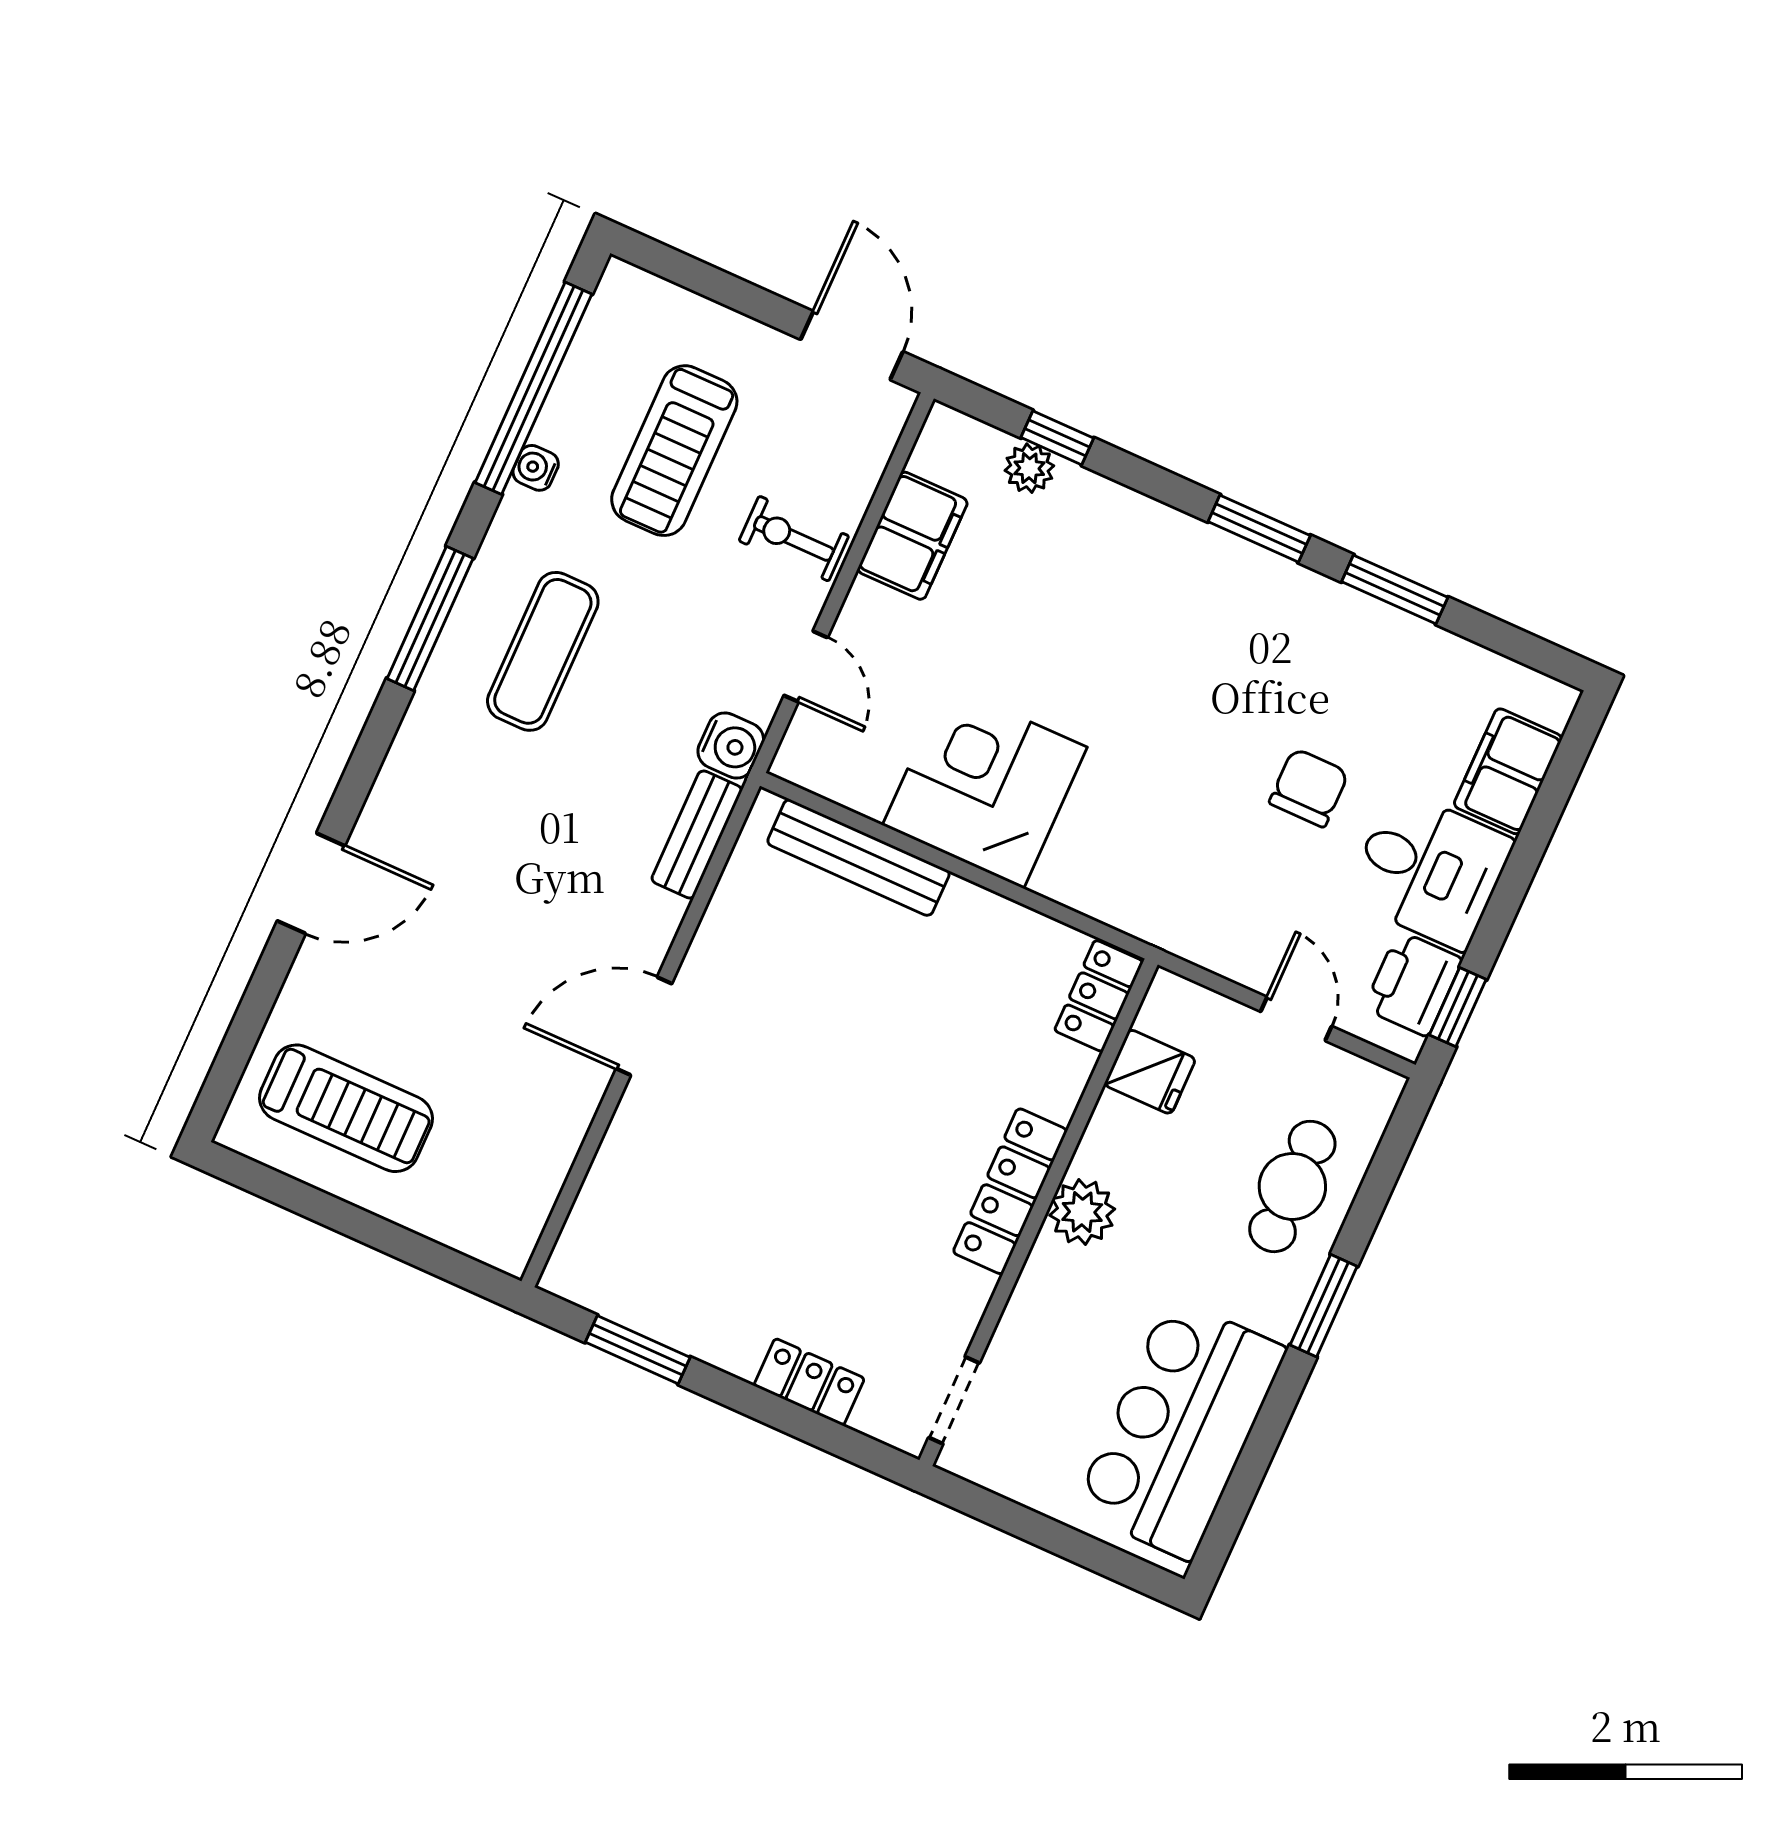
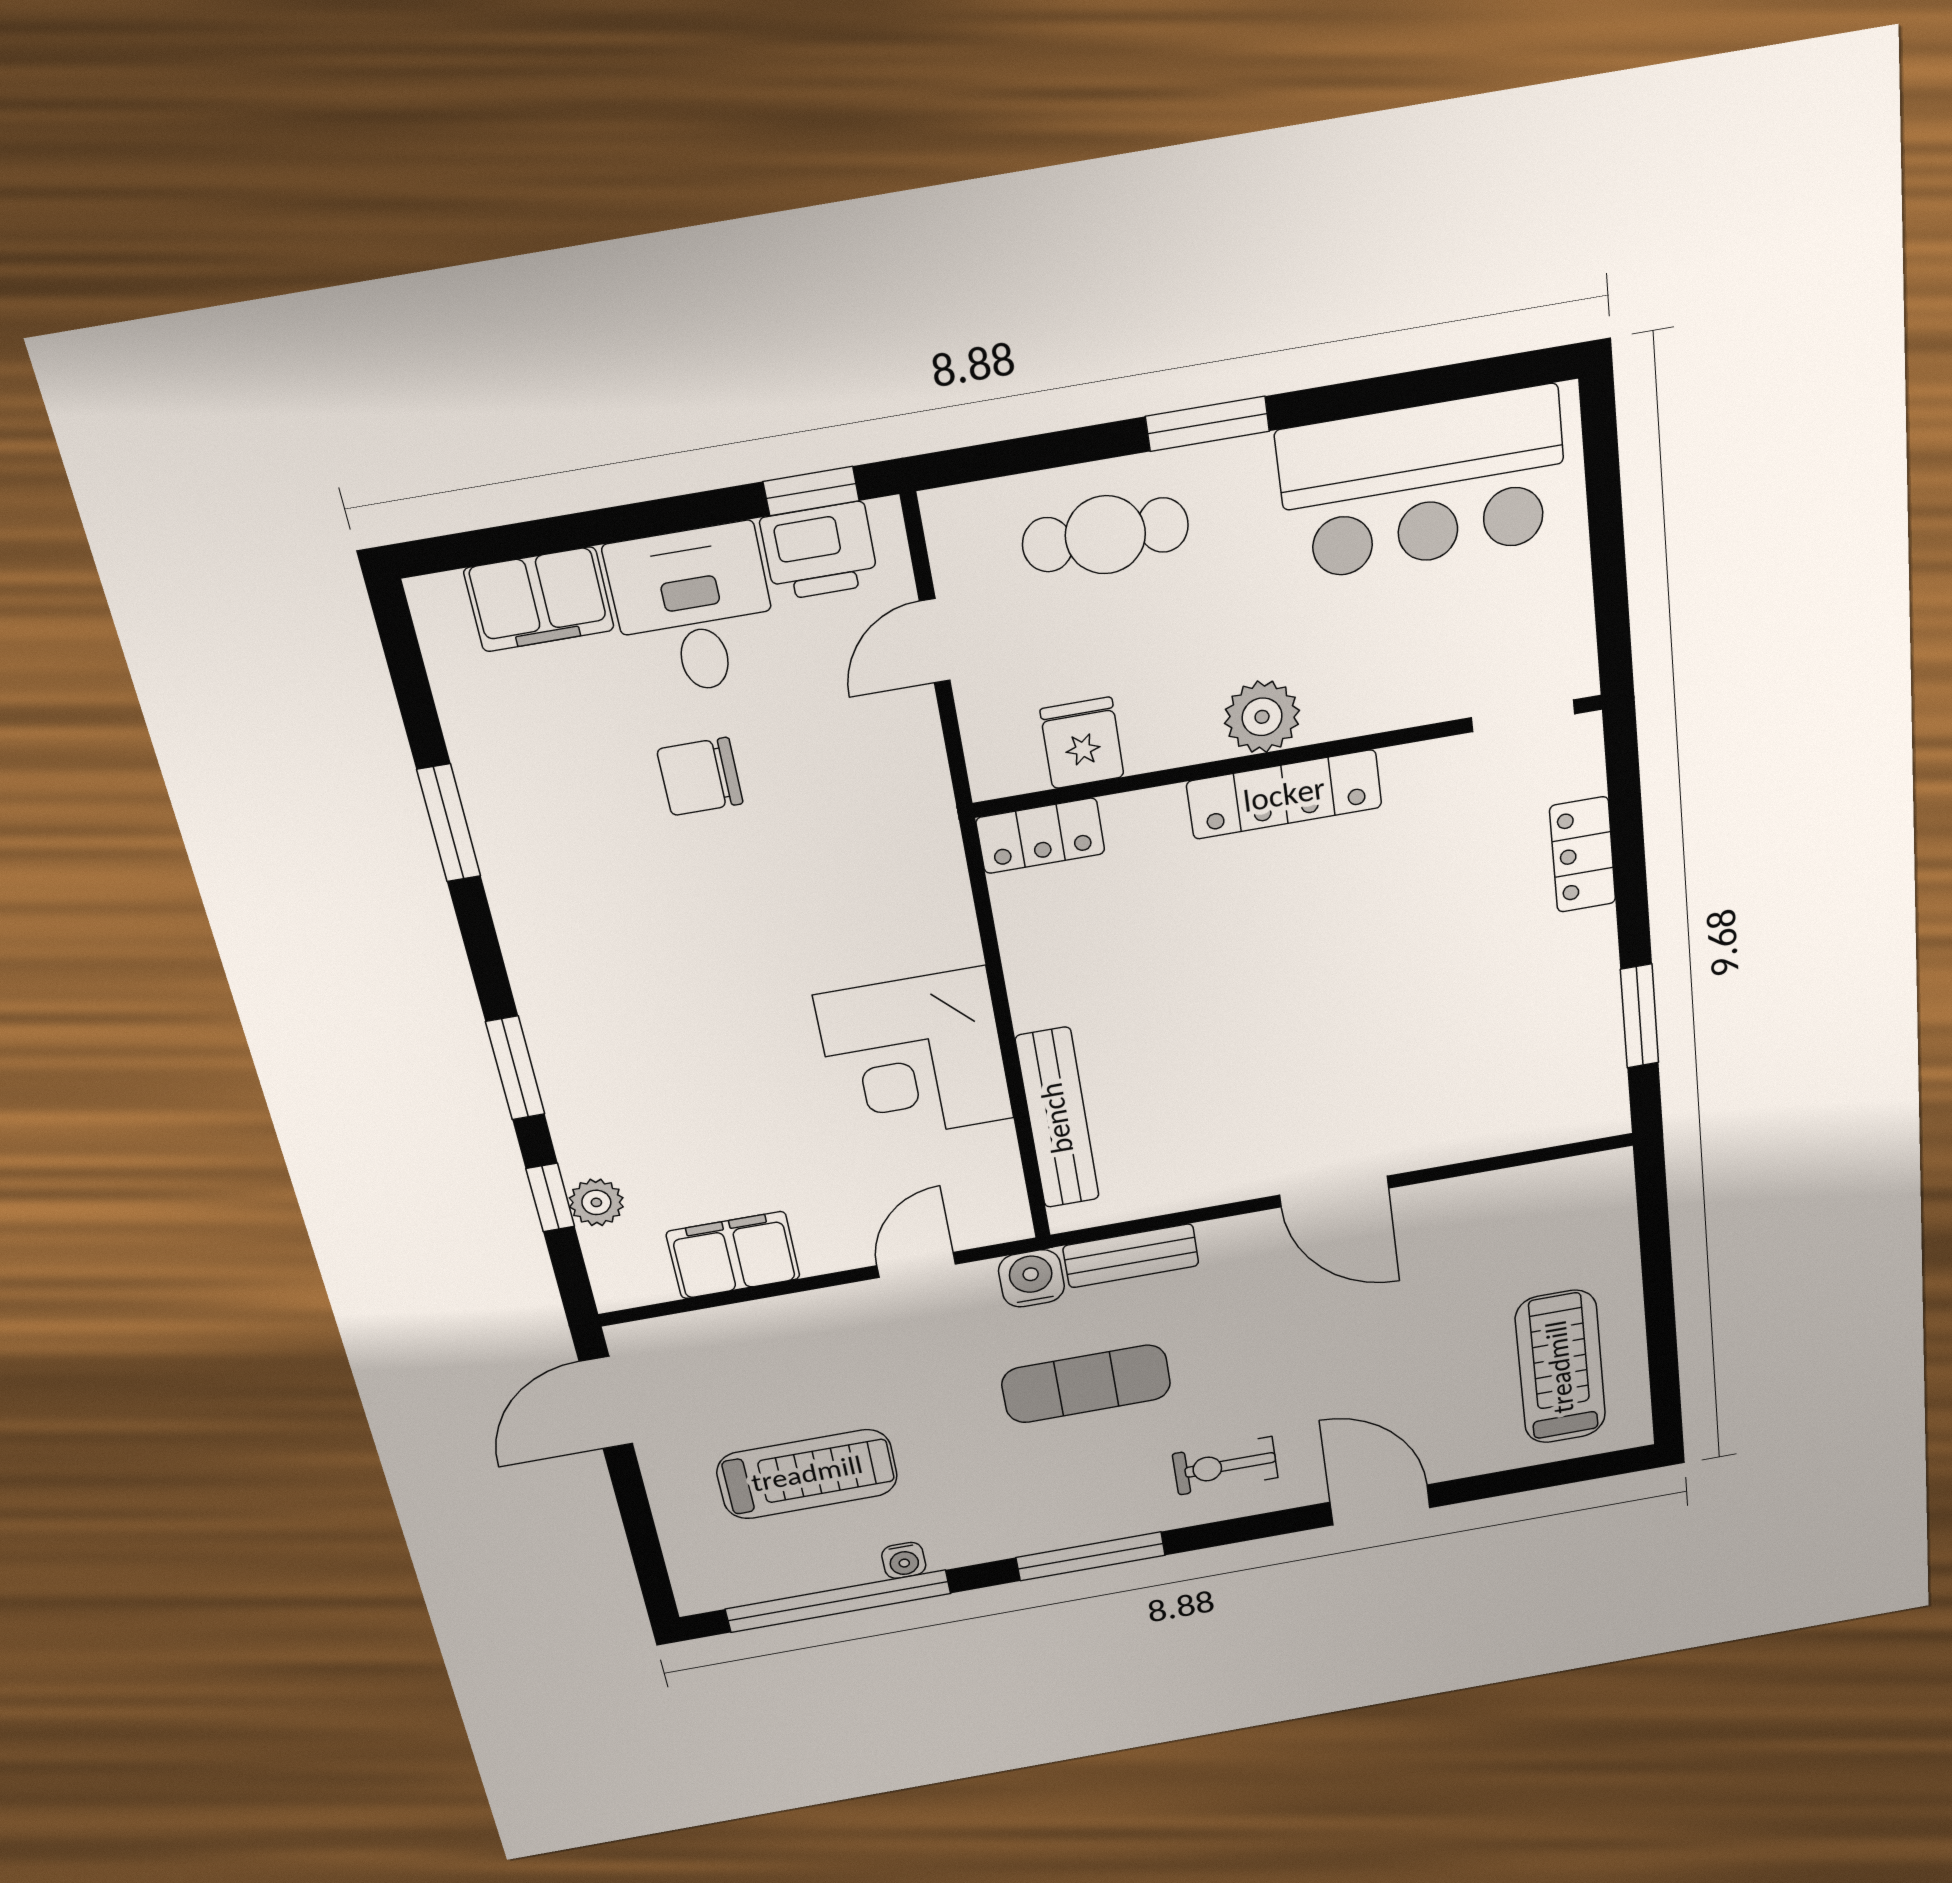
window: (1259, 529) -> (515, 1068), moved
exercise bike: (794, 538) -> (1225, 1466), moved, turned 90
exercise mat: (543, 651) -> (1086, 1384), moved

